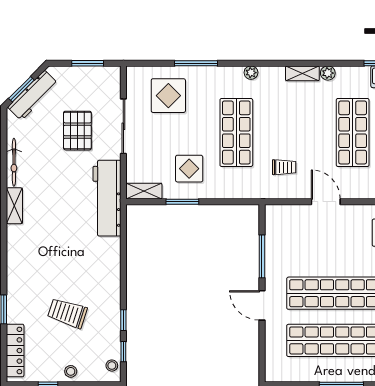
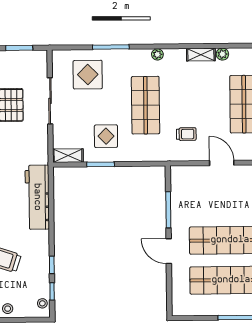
workbench: (107, 198) -> (37, 197), moved

